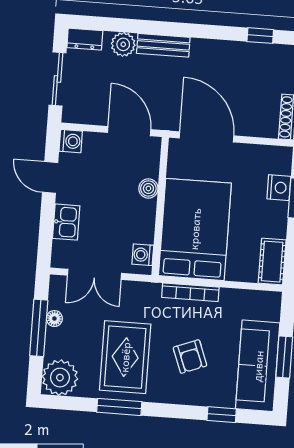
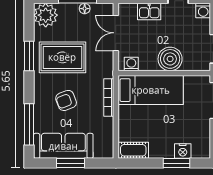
boiler: (148, 188) -> (170, 59), width x1.86, depth x1.86
bed: (195, 229) -> (151, 90), width x0.67
window: (222, 415) -> (29, 124), width x2.17

